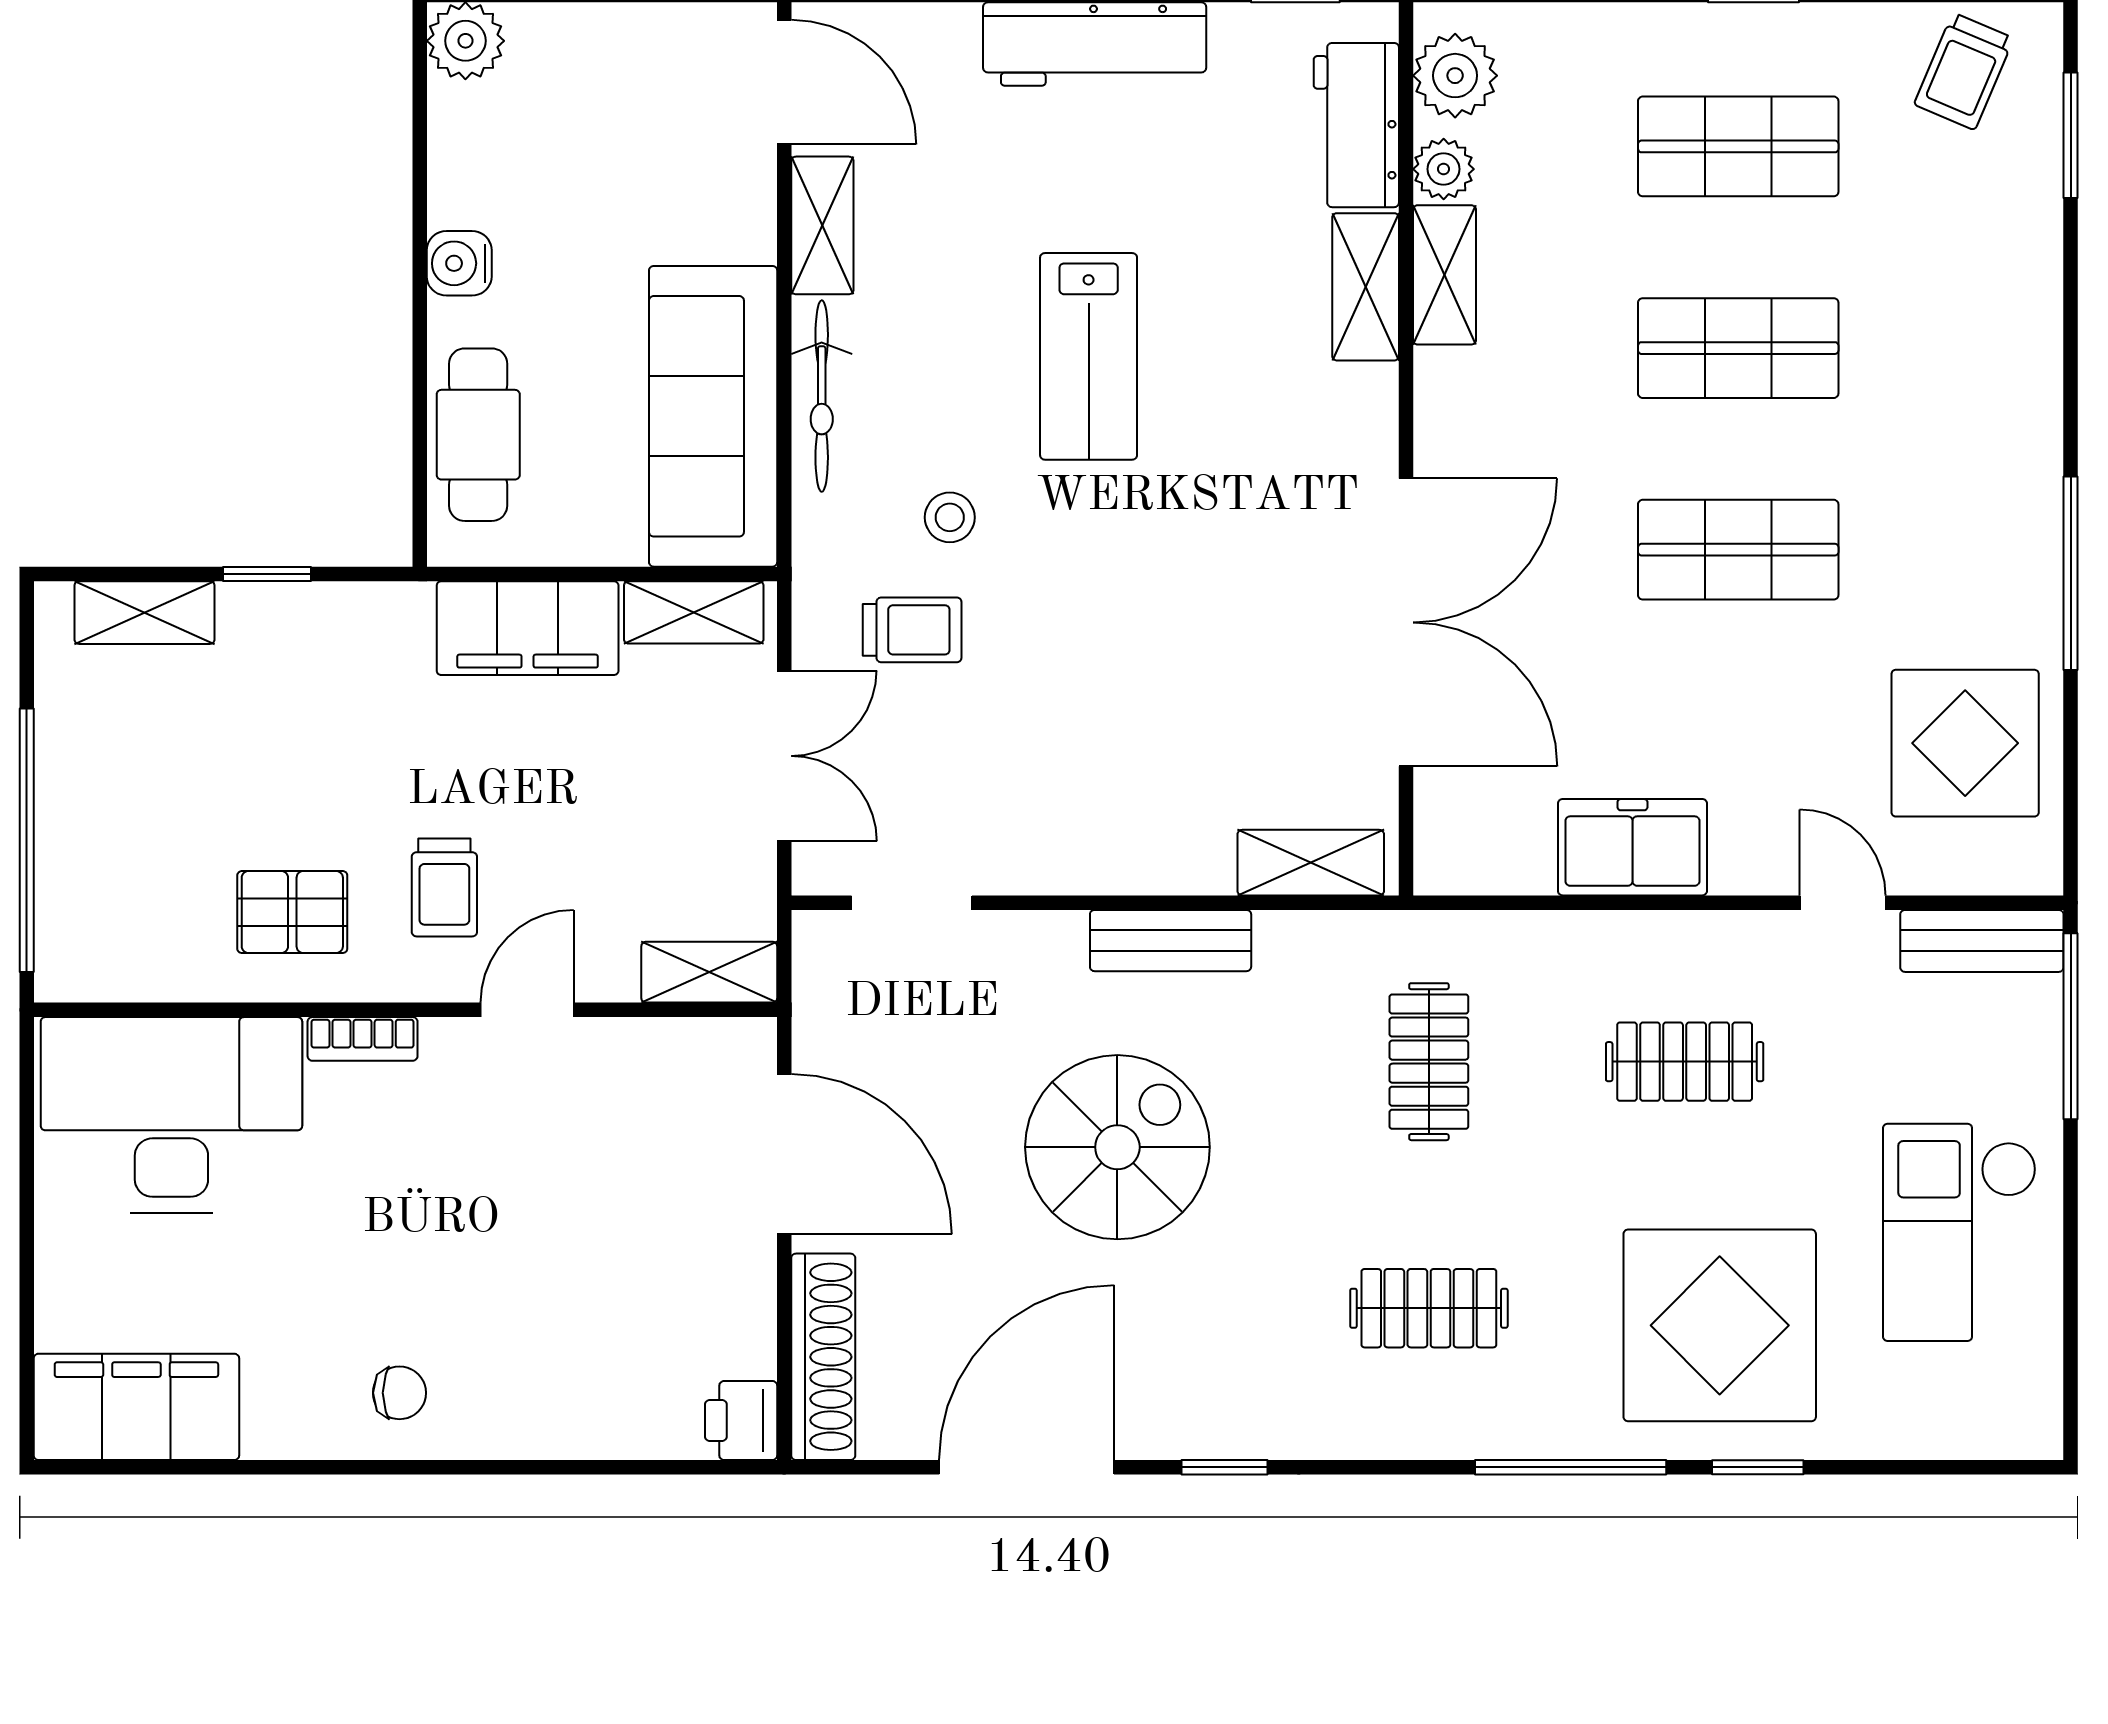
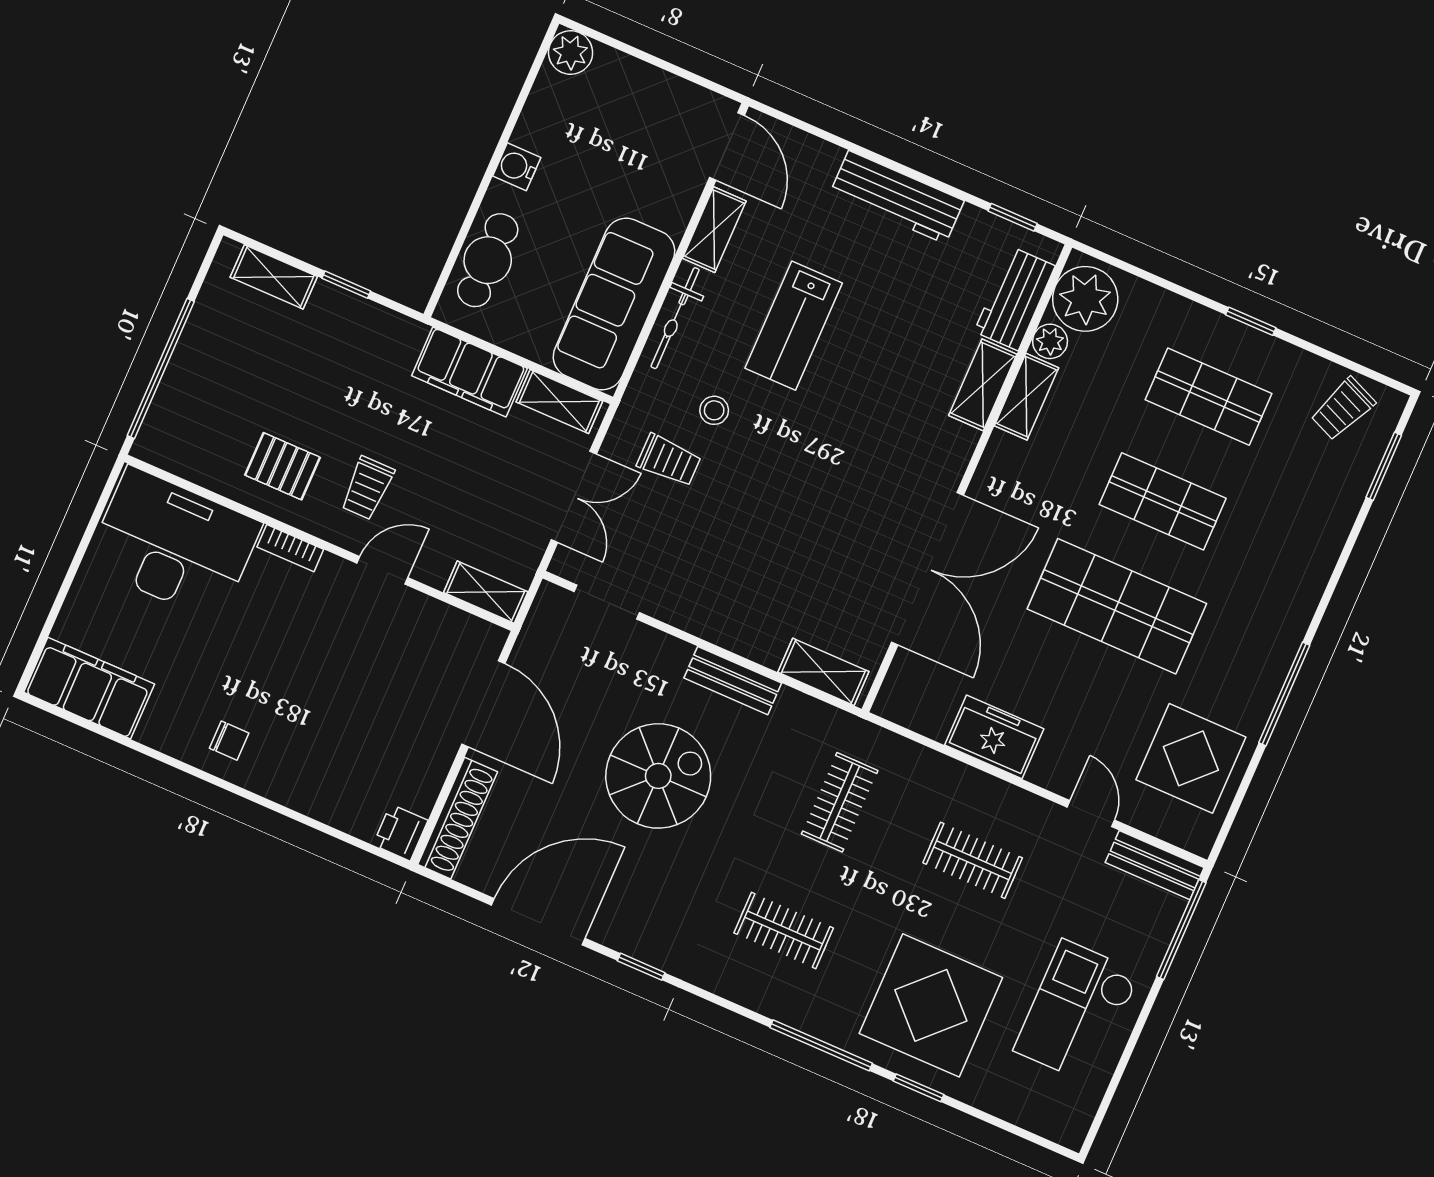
plant: (1455, 76) -> (1085, 299), width x1.36, depth x1.36
lab bench: (1089, 356) -> (794, 326), moved
shop shelf: (1738, 550) -> (1117, 606), width x1.43, depth x1.36

